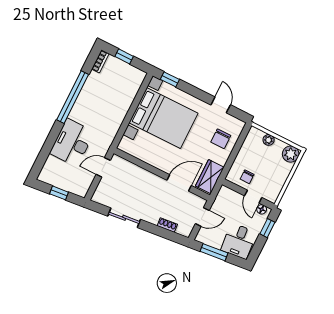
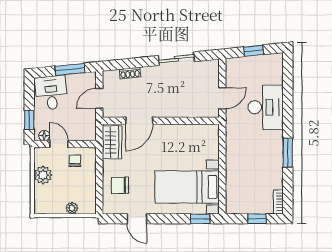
window: (73, 97) -> (288, 153), width x0.47
bed with nightstands: (163, 118) -> (187, 187), width x0.73
chair: (221, 139) -> (120, 185), turned -90
plant: (291, 154) -> (43, 175), moved

